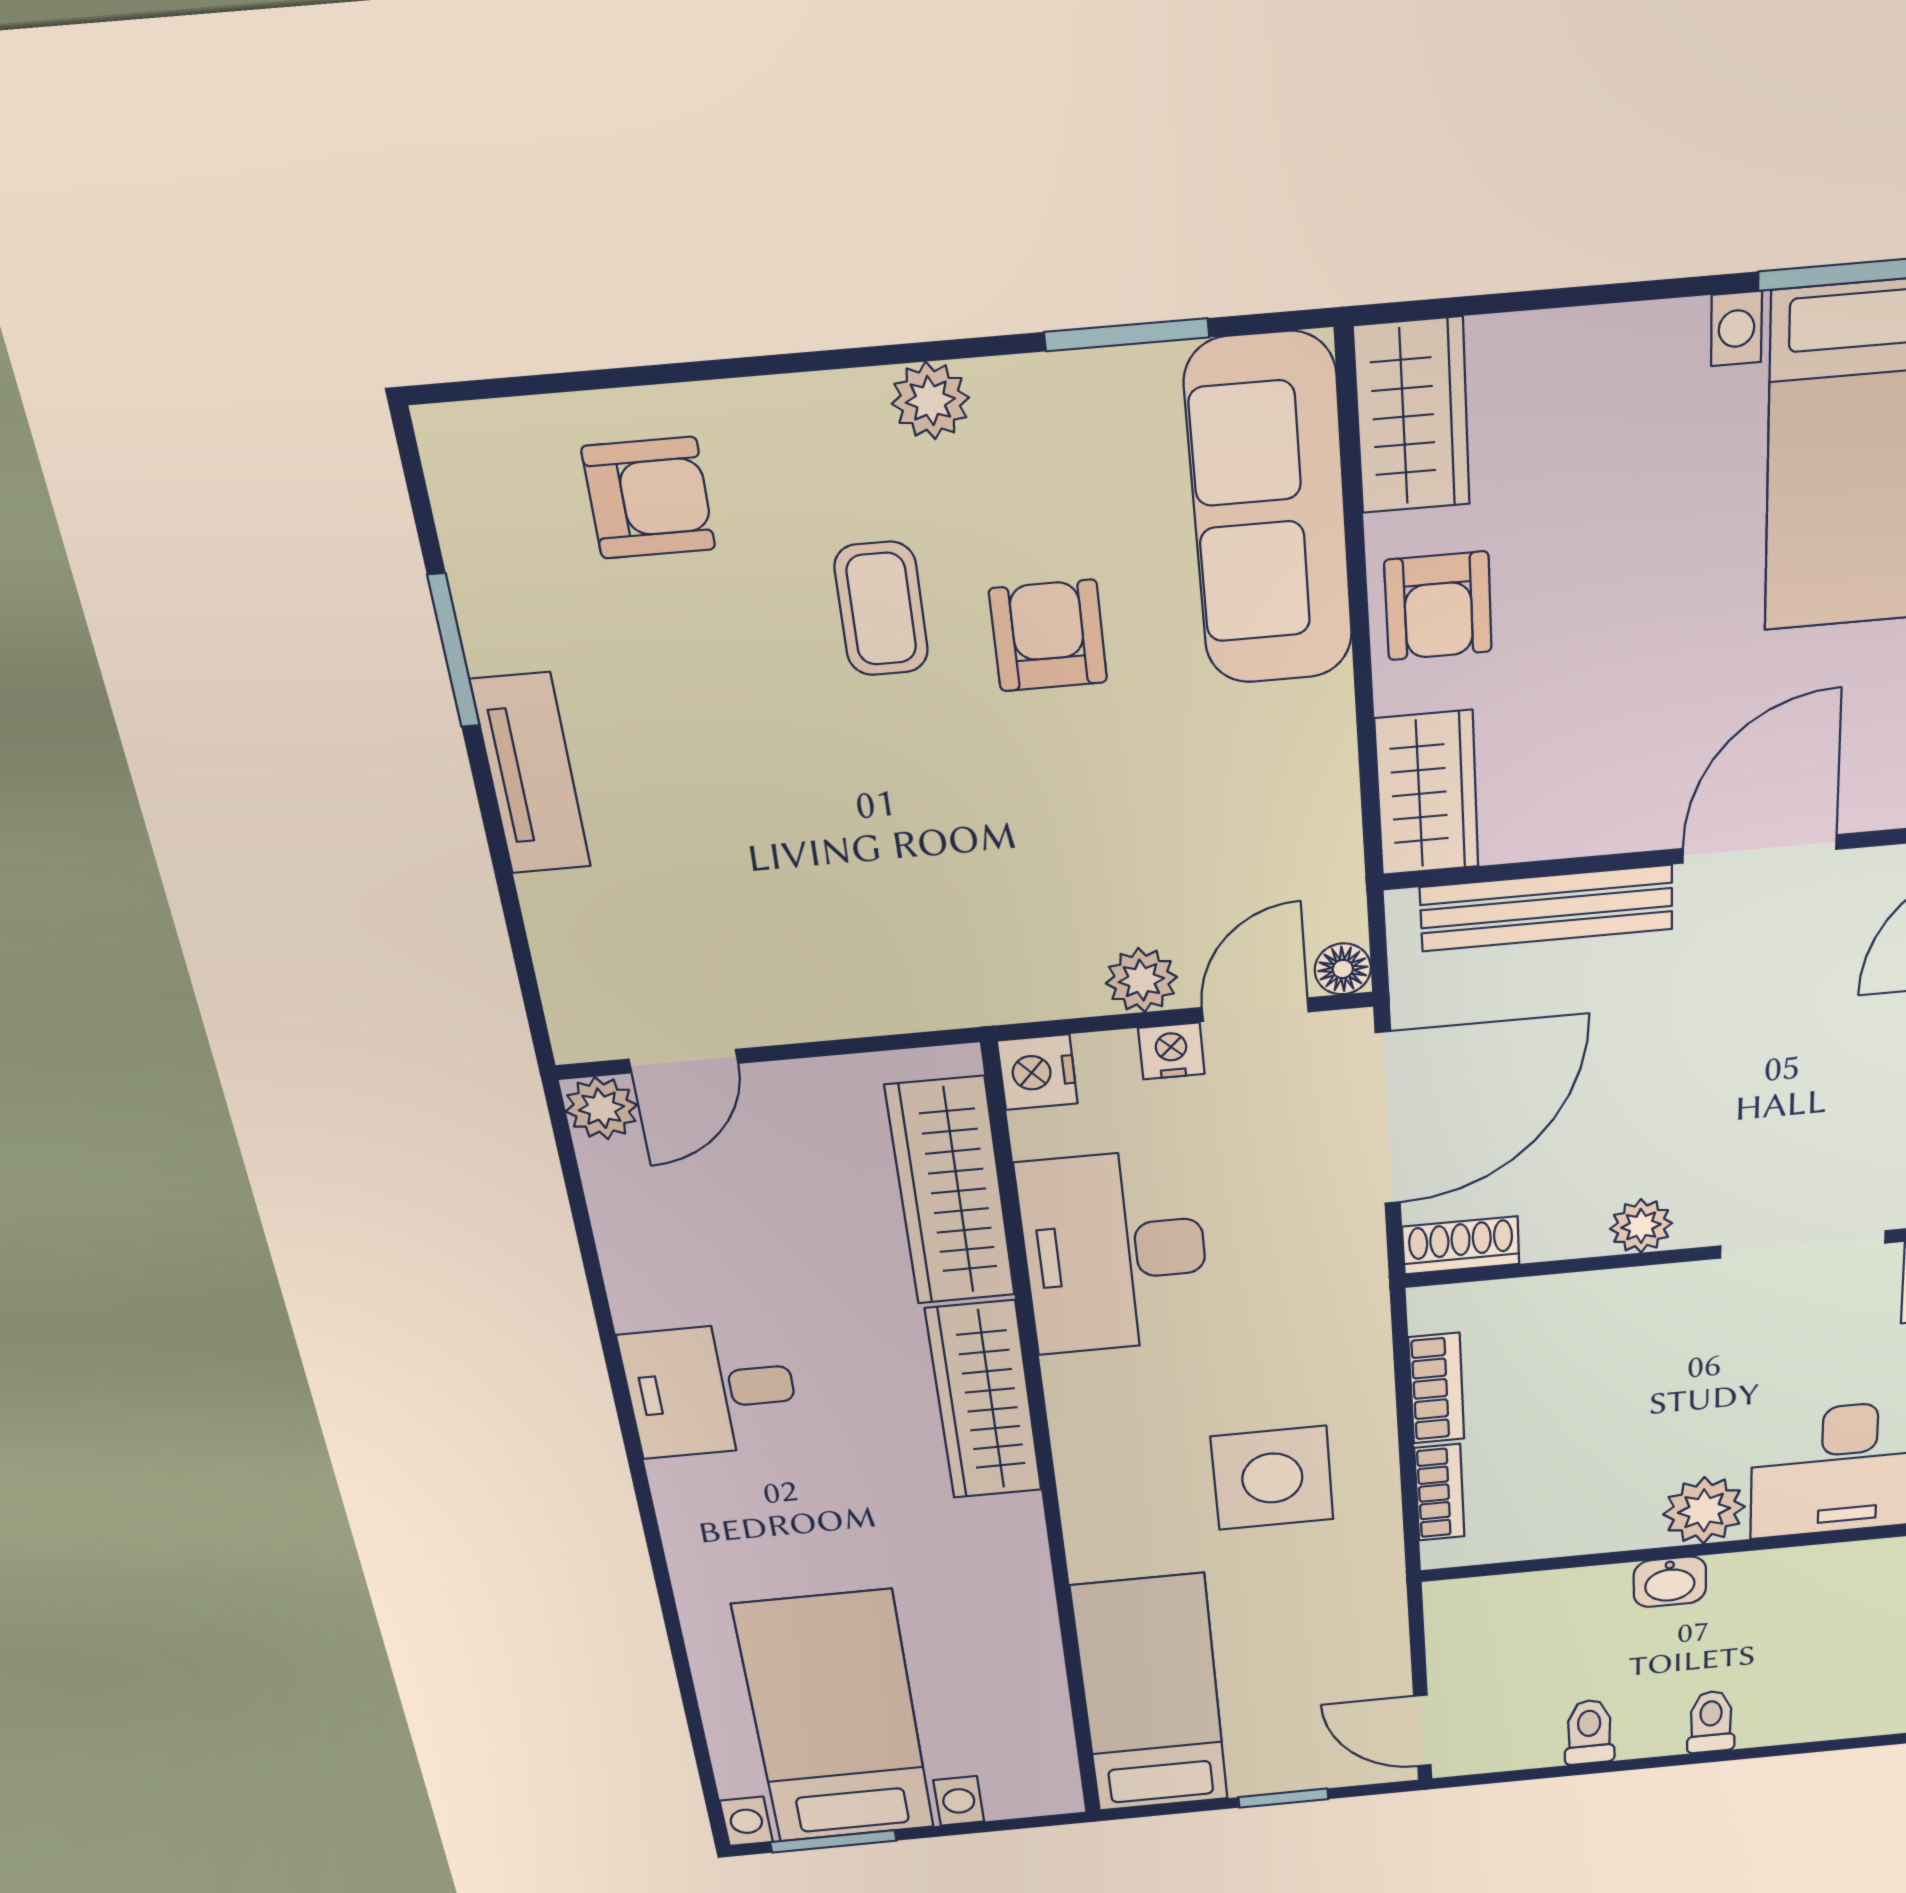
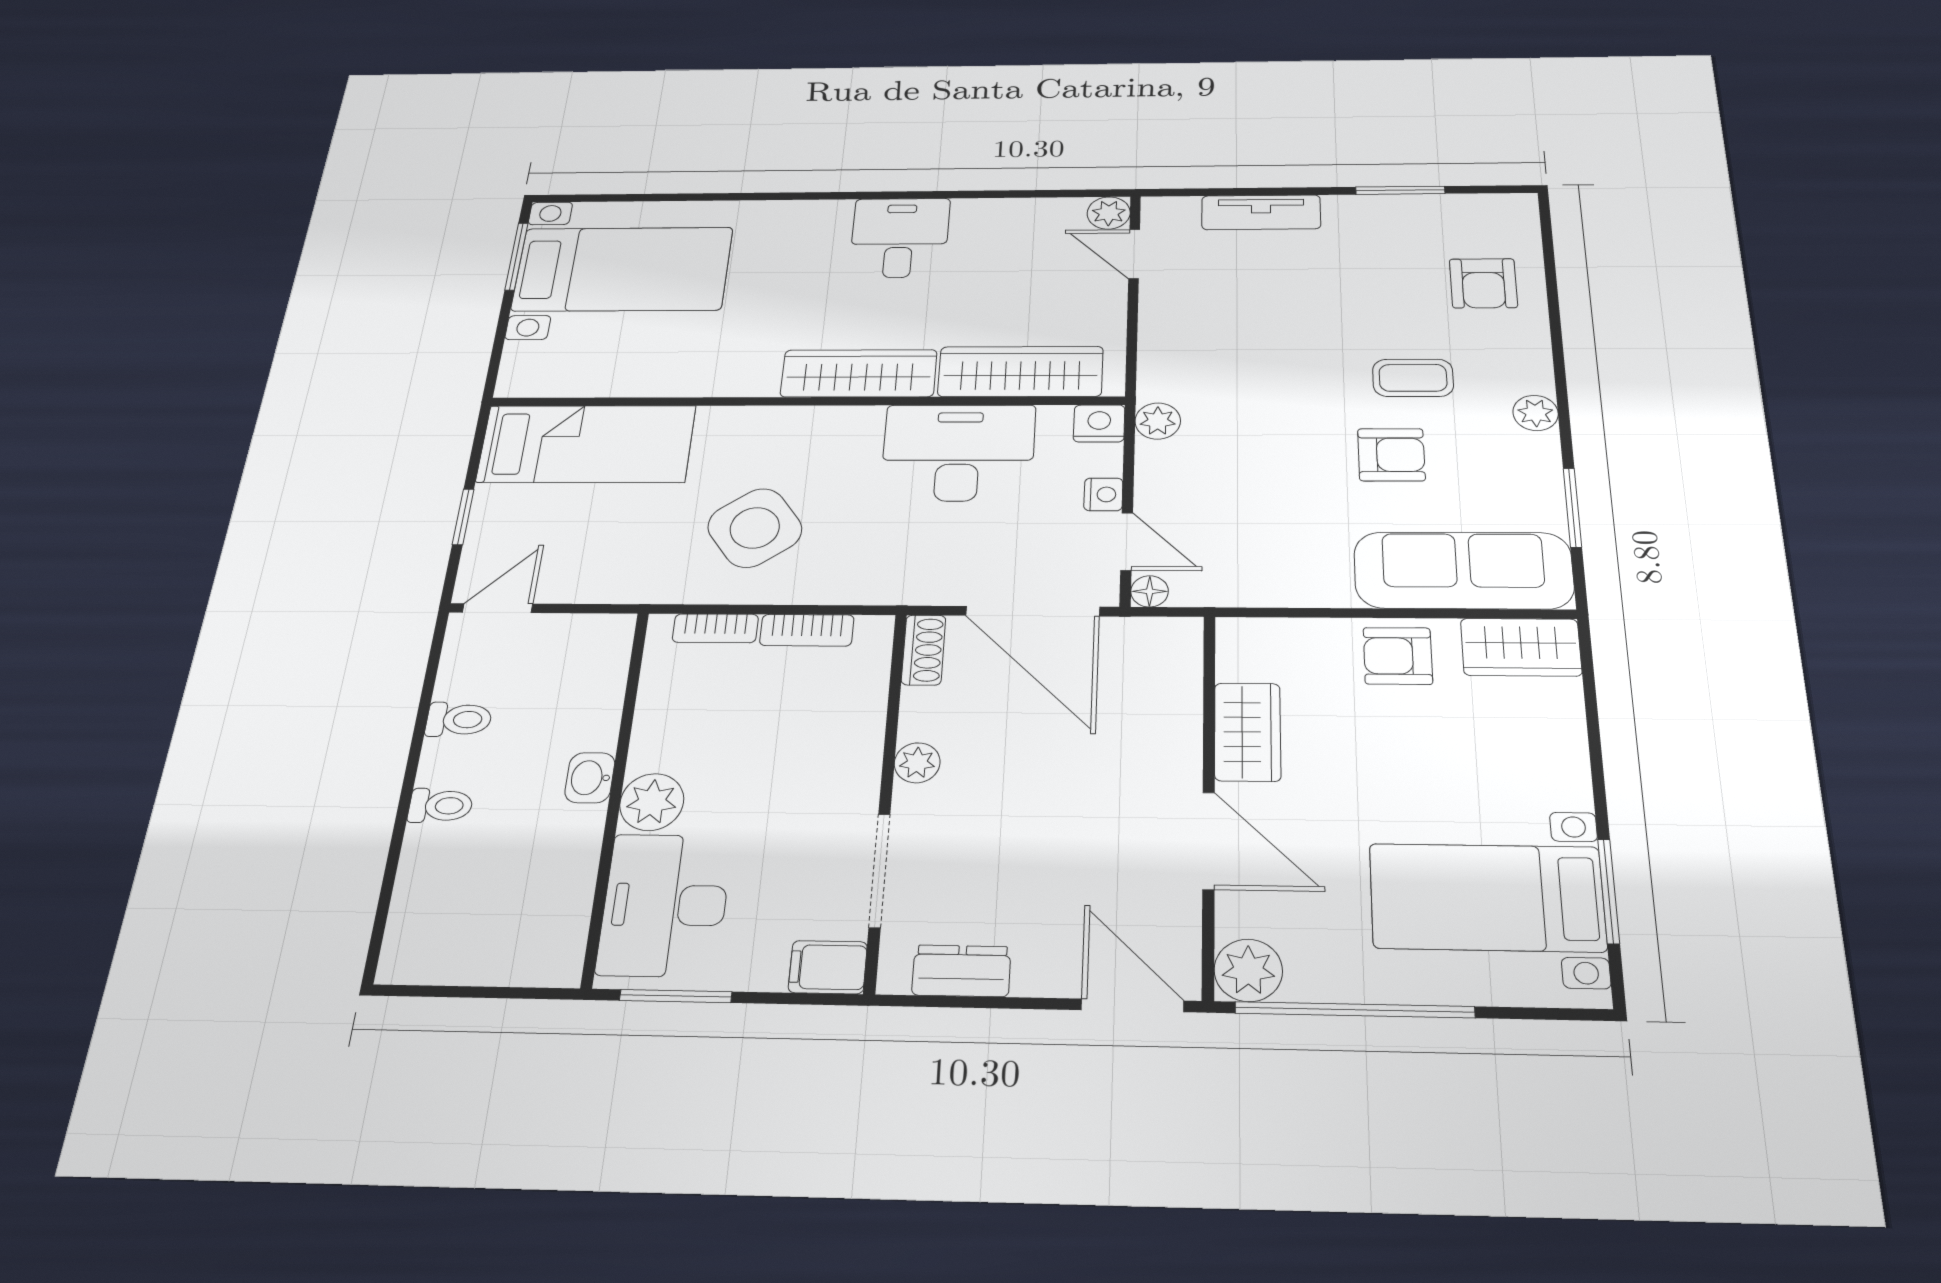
tv unit: (531, 774) -> (1261, 212), moved
wardrobe: (1427, 793) -> (1248, 732), moved, turned -90
bench: (1547, 908) -> (1179, 710), removed
plant: (1141, 980) -> (1158, 421), moved
side table: (1272, 1478) -> (755, 528), turned -36

